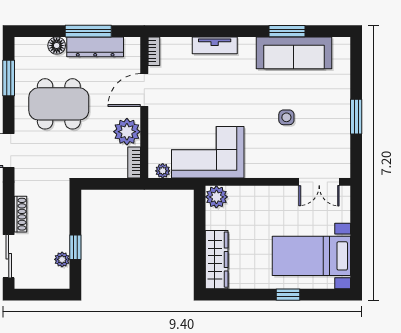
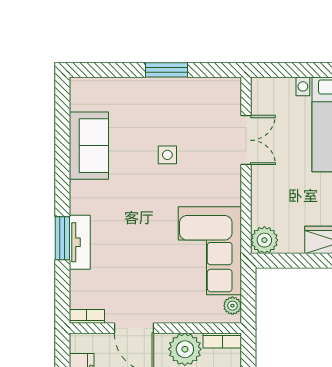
window: (287, 31) -> (62, 238), moved
sofa: (294, 53) -> (89, 146), width x0.73
double door: (319, 182) -> (246, 140), moved

